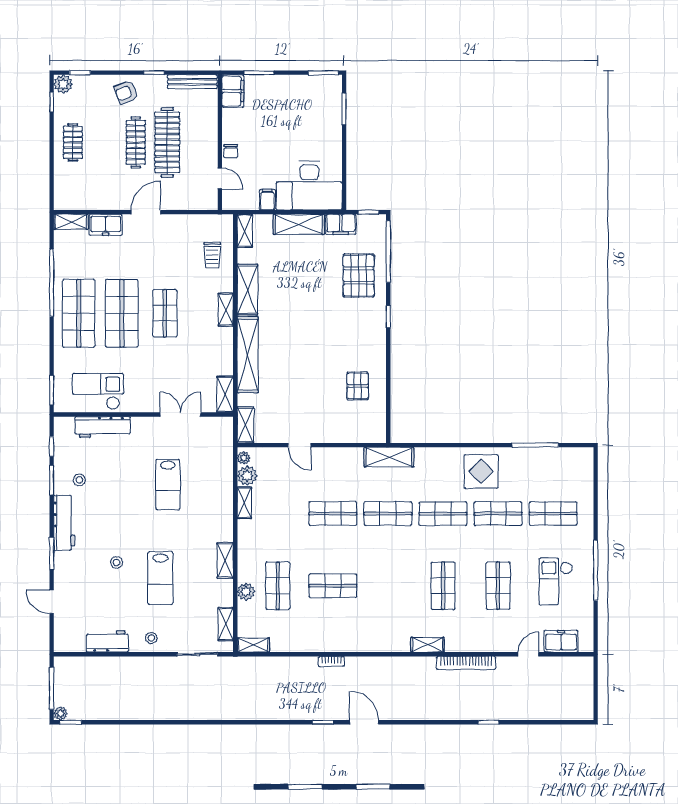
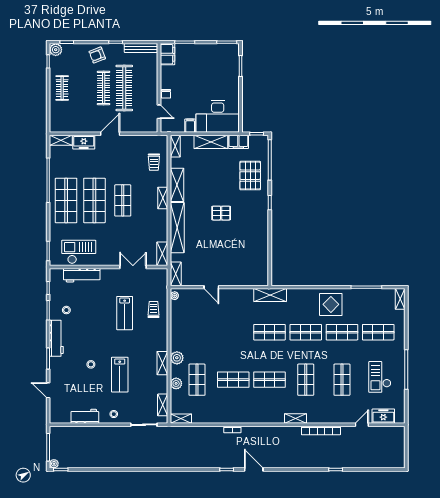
pallet: (358, 386) -> (221, 213), moved, turned 90
plant: (247, 476) -> (177, 358), moved
trolley: (212, 479) -> (153, 309), added
shelving: (244, 503) -> (400, 299), moved
shop shelf: (333, 514) -> (269, 380), moved

